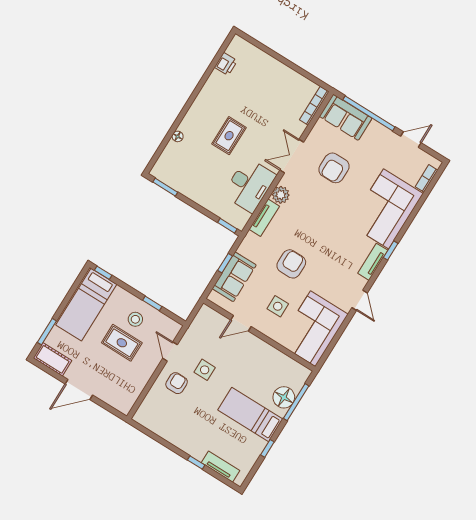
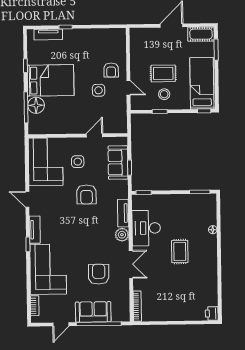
printer: (226, 64) -> (212, 313), moved
sofa: (346, 117) -> (93, 312), moved
bed: (250, 415) -> (51, 80), width x1.50

